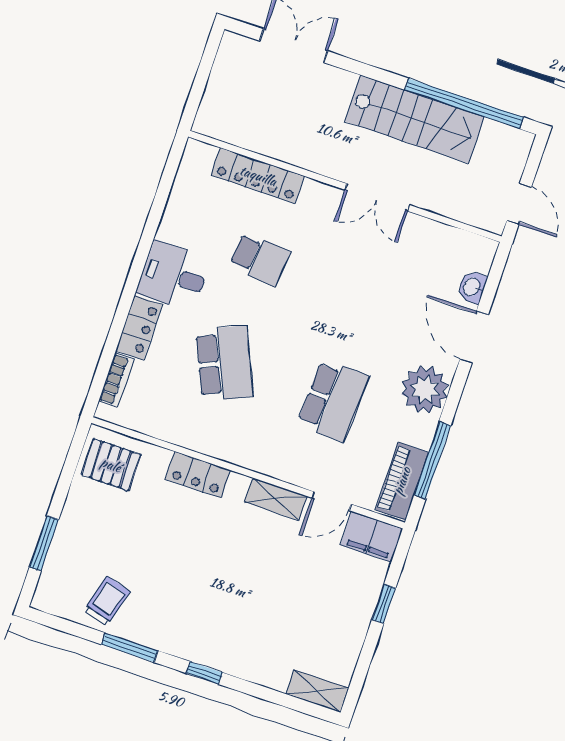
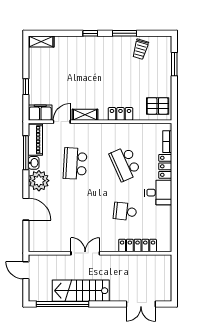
washbasin: (472, 287) -> (34, 163), moved

